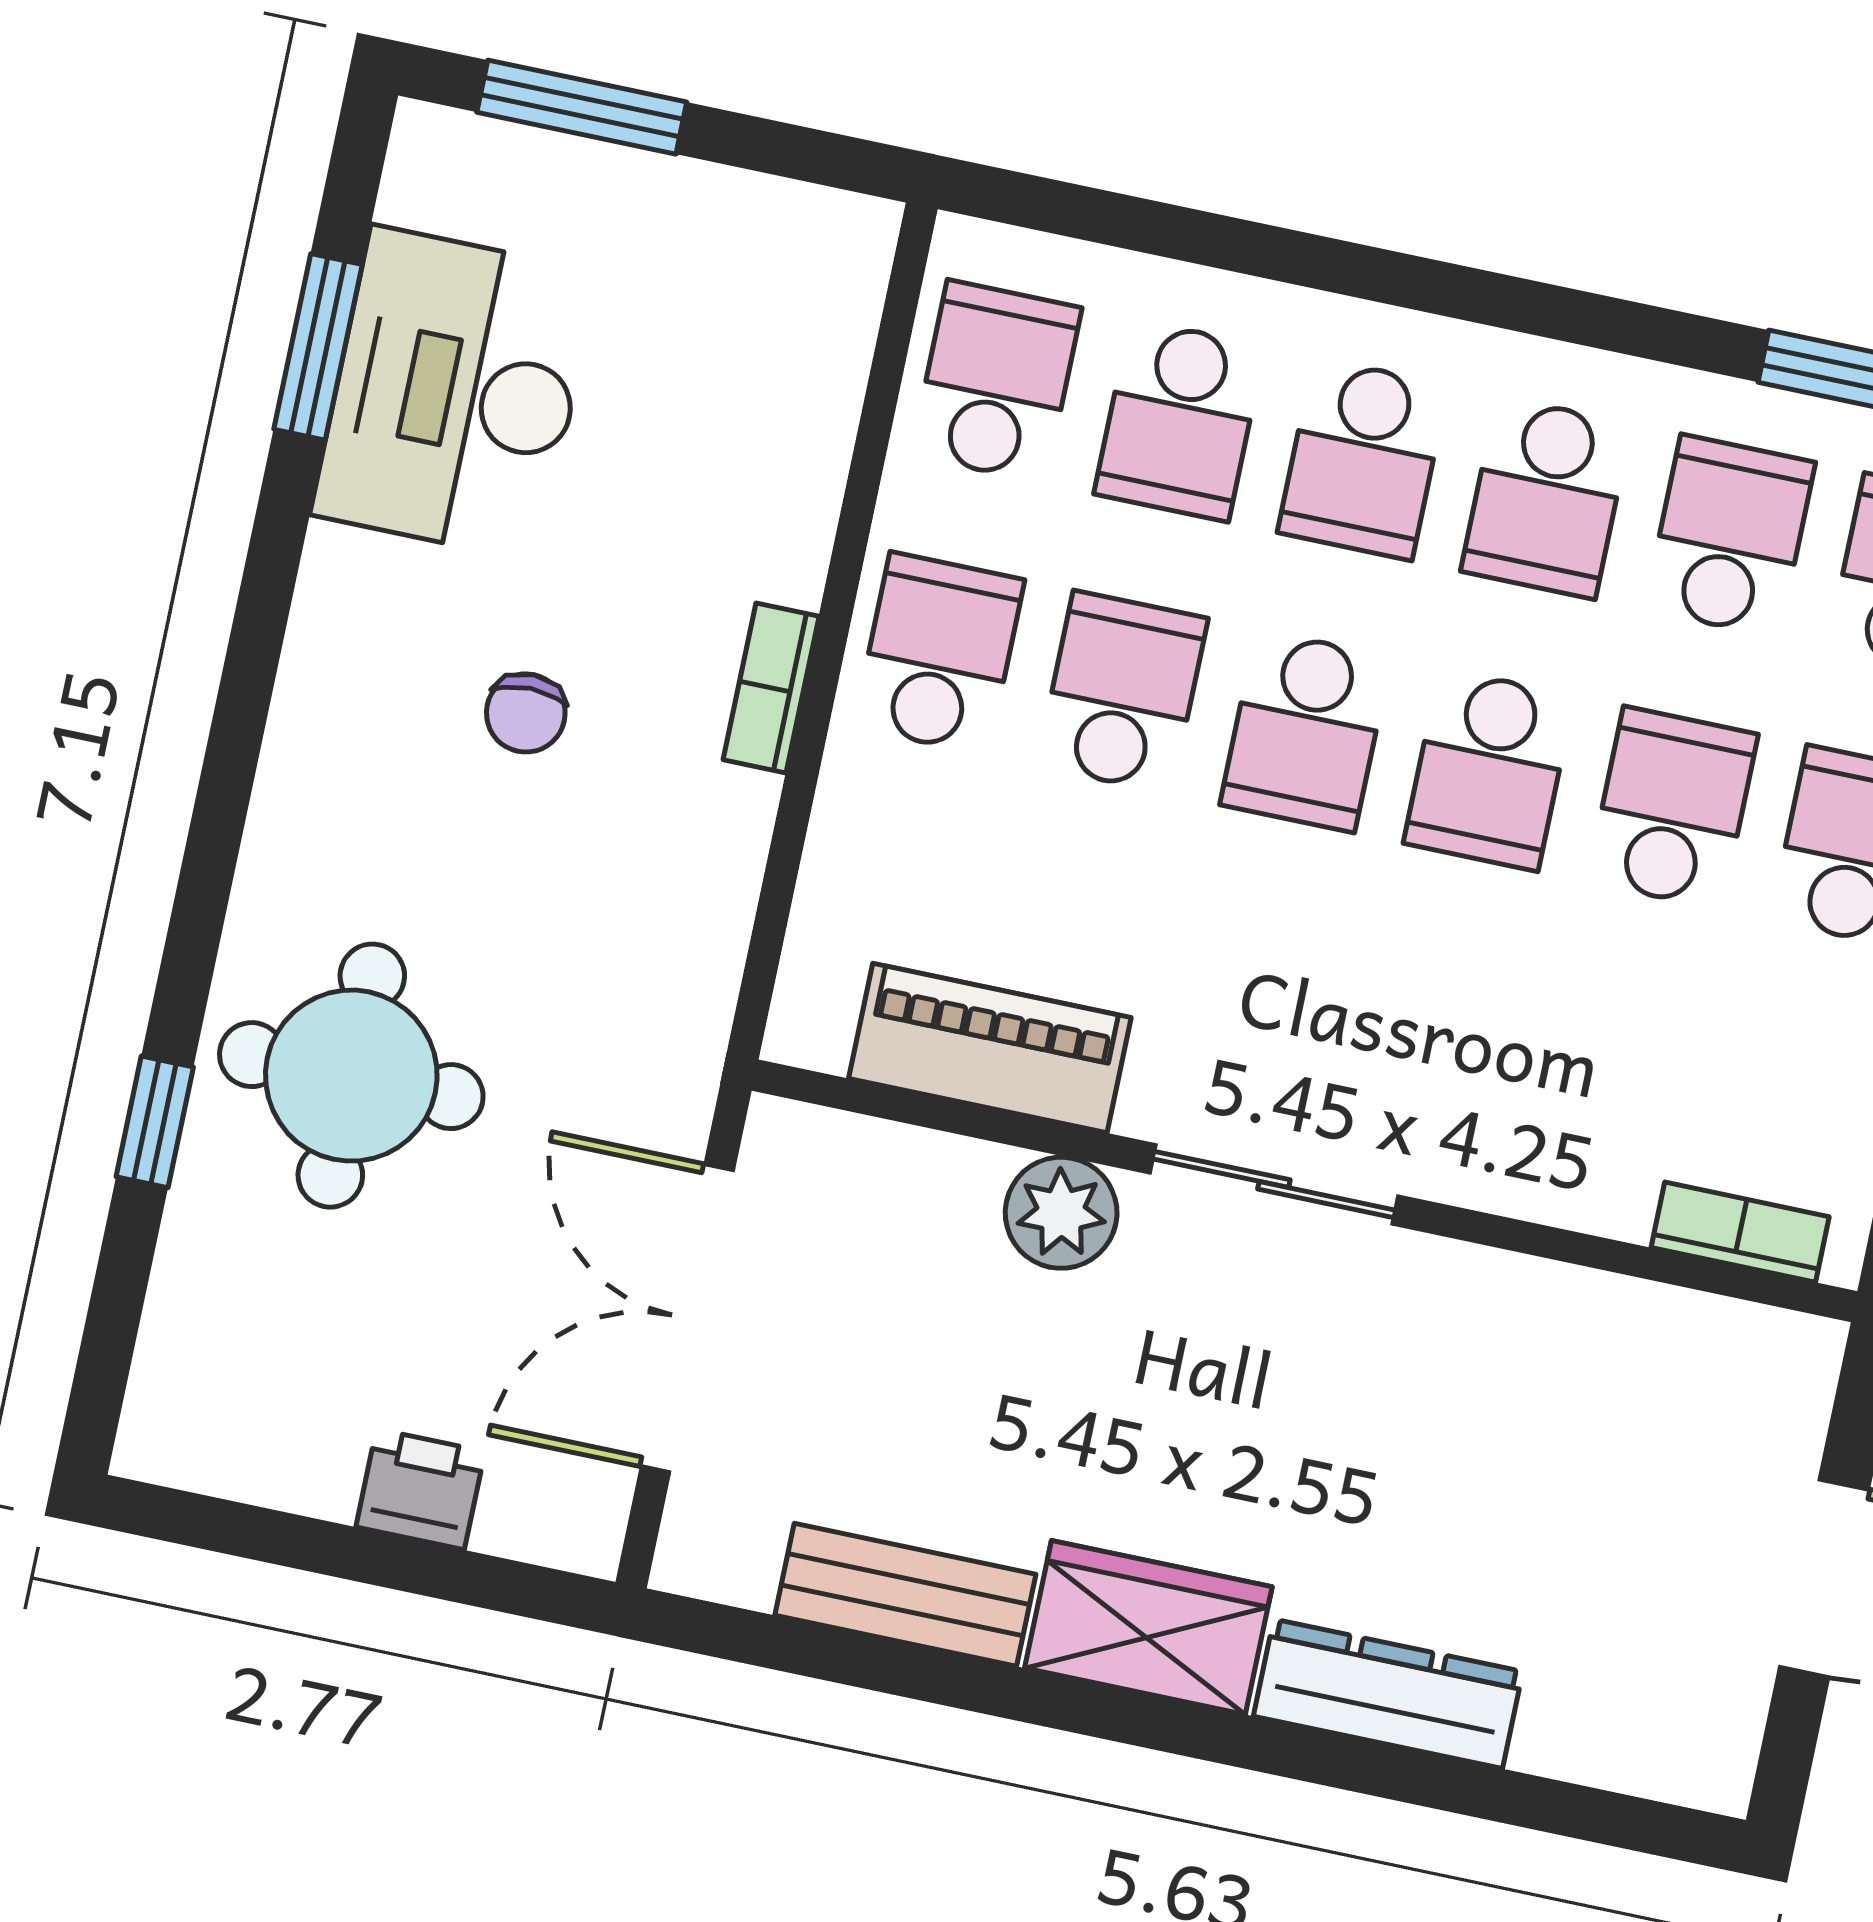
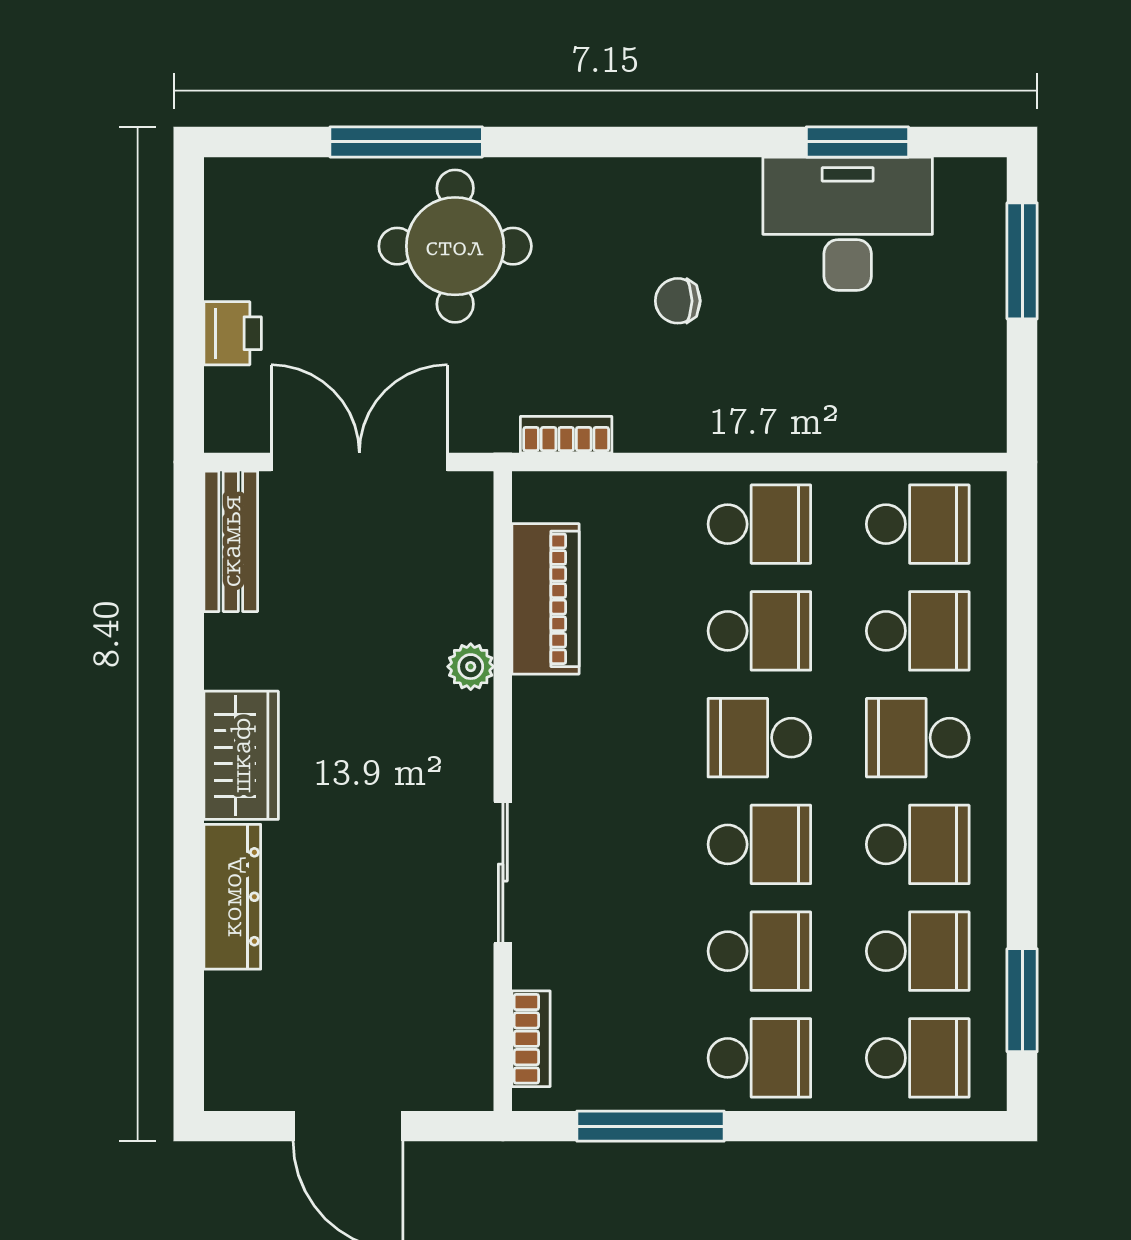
school desk: (1180, 420) -> (918, 631), turned 180
school desk: (1546, 497) -> (918, 844), turned 180
bookcase: (771, 688) -> (566, 435), moved
school desk: (1489, 769) -> (759, 844), turned 180
window: (155, 1122) -> (406, 142), width x2.17
sliding door: (1274, 1184) -> (503, 873), moved
plant: (1061, 1213) -> (471, 667), width x0.73, depth x0.73
bench: (905, 1595) -> (231, 541), moved

